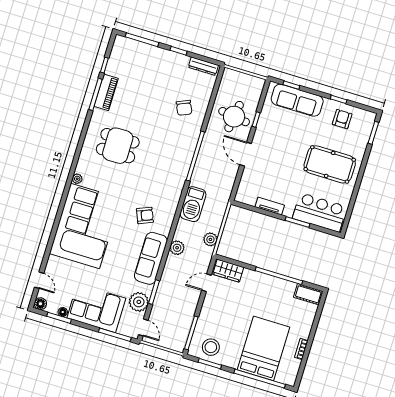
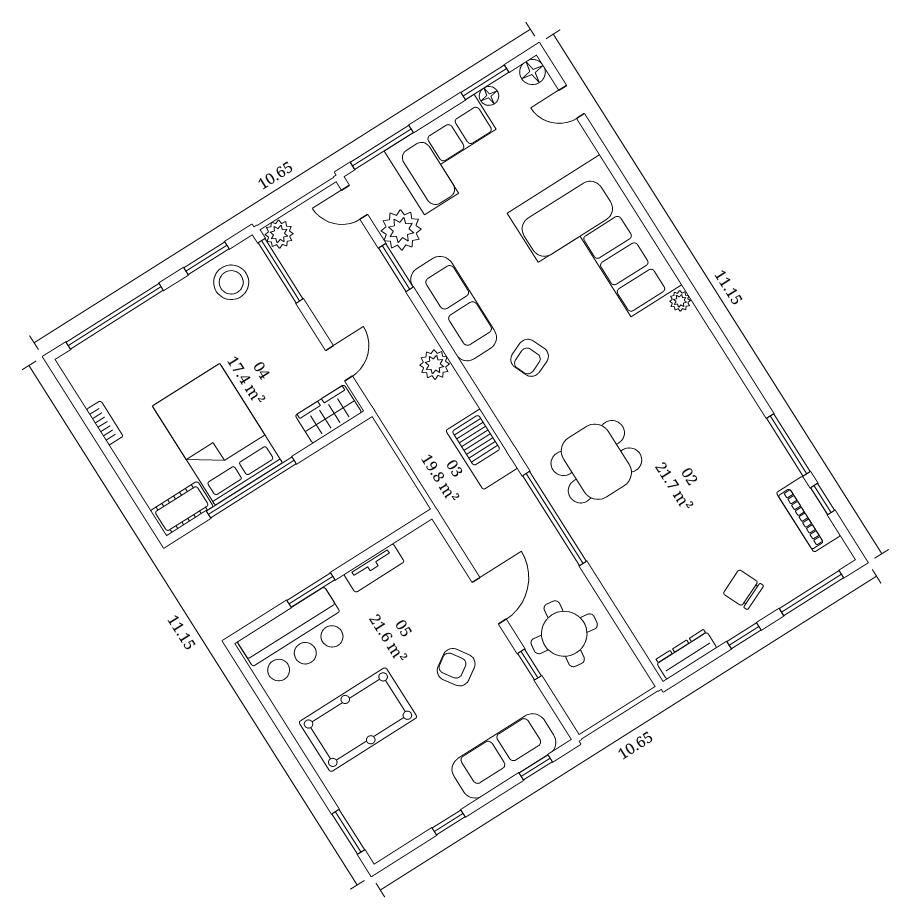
piano: (106, 92) -> (808, 514), moved
chair: (184, 108) -> (743, 590), moved
armchair: (342, 119) -> (456, 667), moved, turned 146
dining table: (118, 146) -> (596, 462), moved
door: (246, 154) -> (489, 601), hinge flipped
plant: (210, 239) -> (279, 234), moved
bed: (264, 348) -> (217, 434), moved, turned 180

